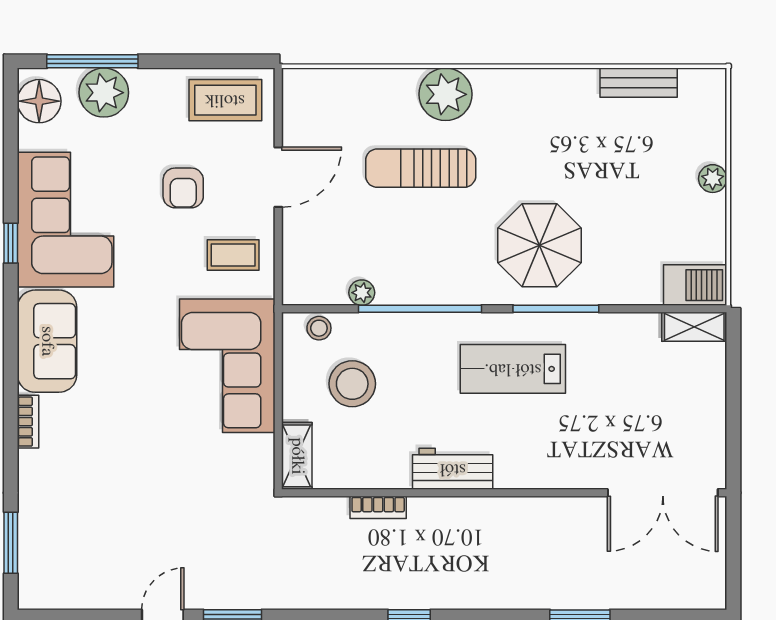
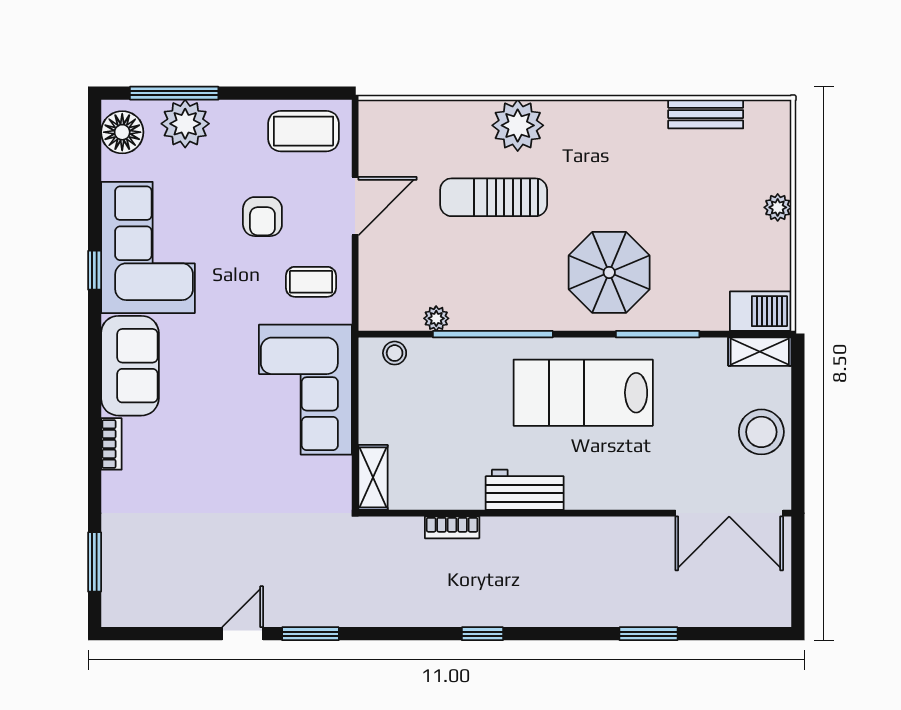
window: (556, 309) -> (658, 334), moved
lab bench: (513, 369) -> (583, 393), width x1.36, depth x1.39
stool: (352, 384) -> (761, 432), moved

